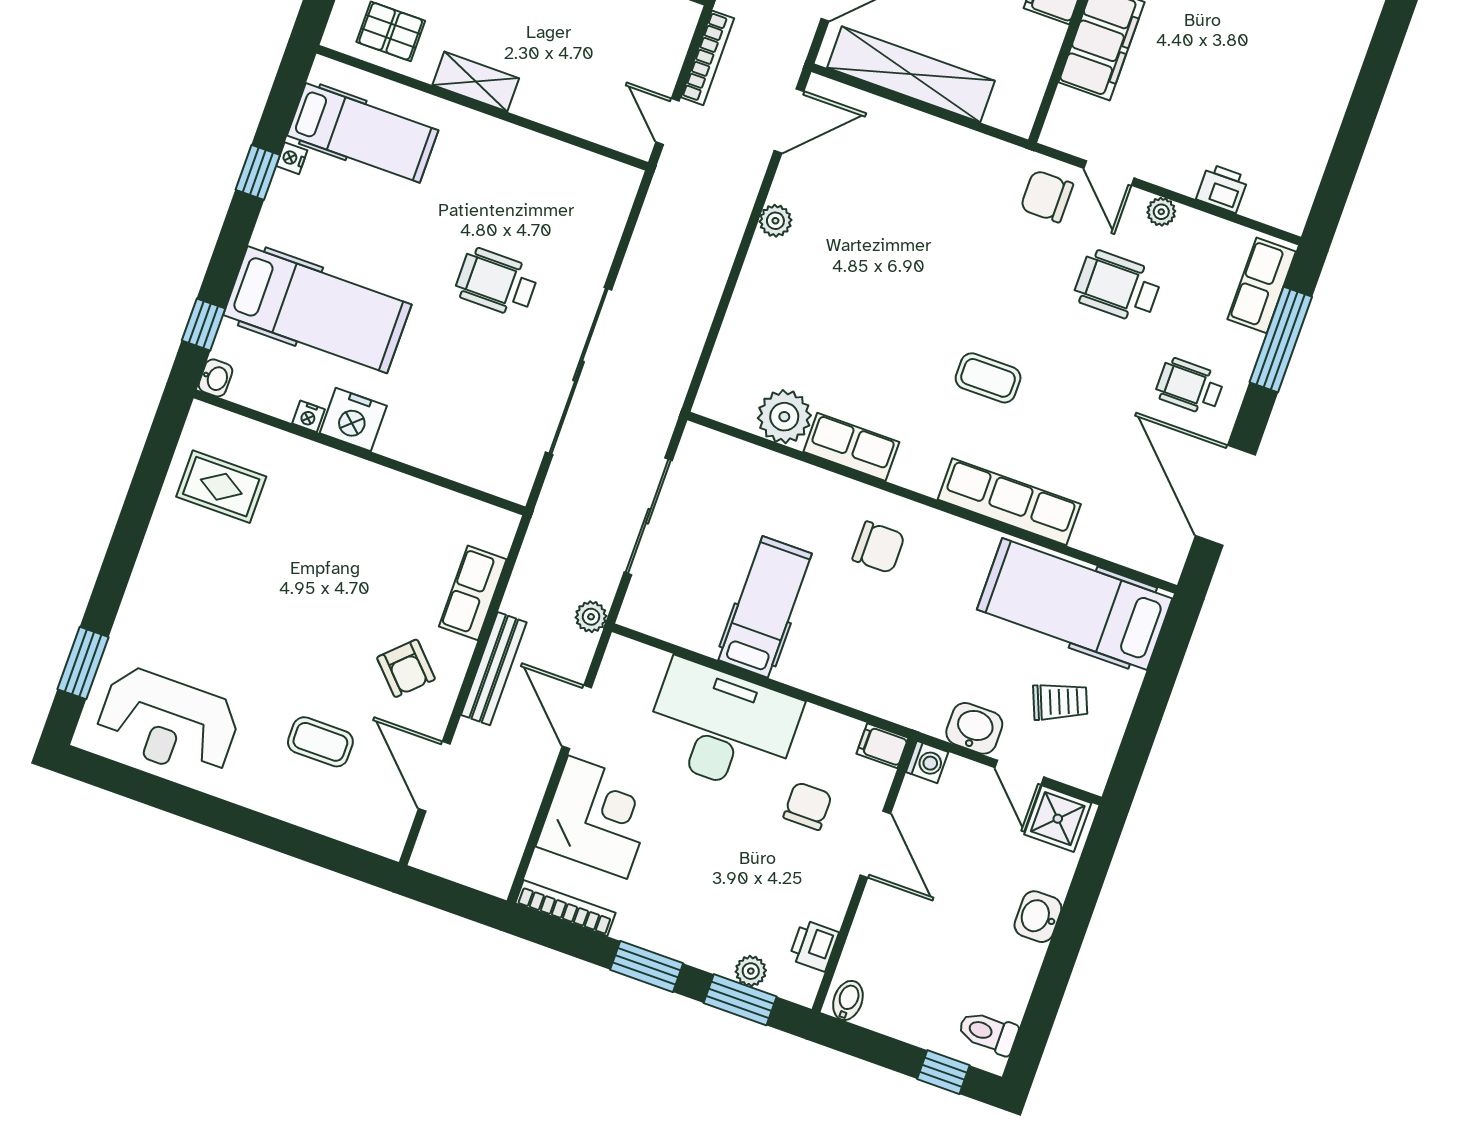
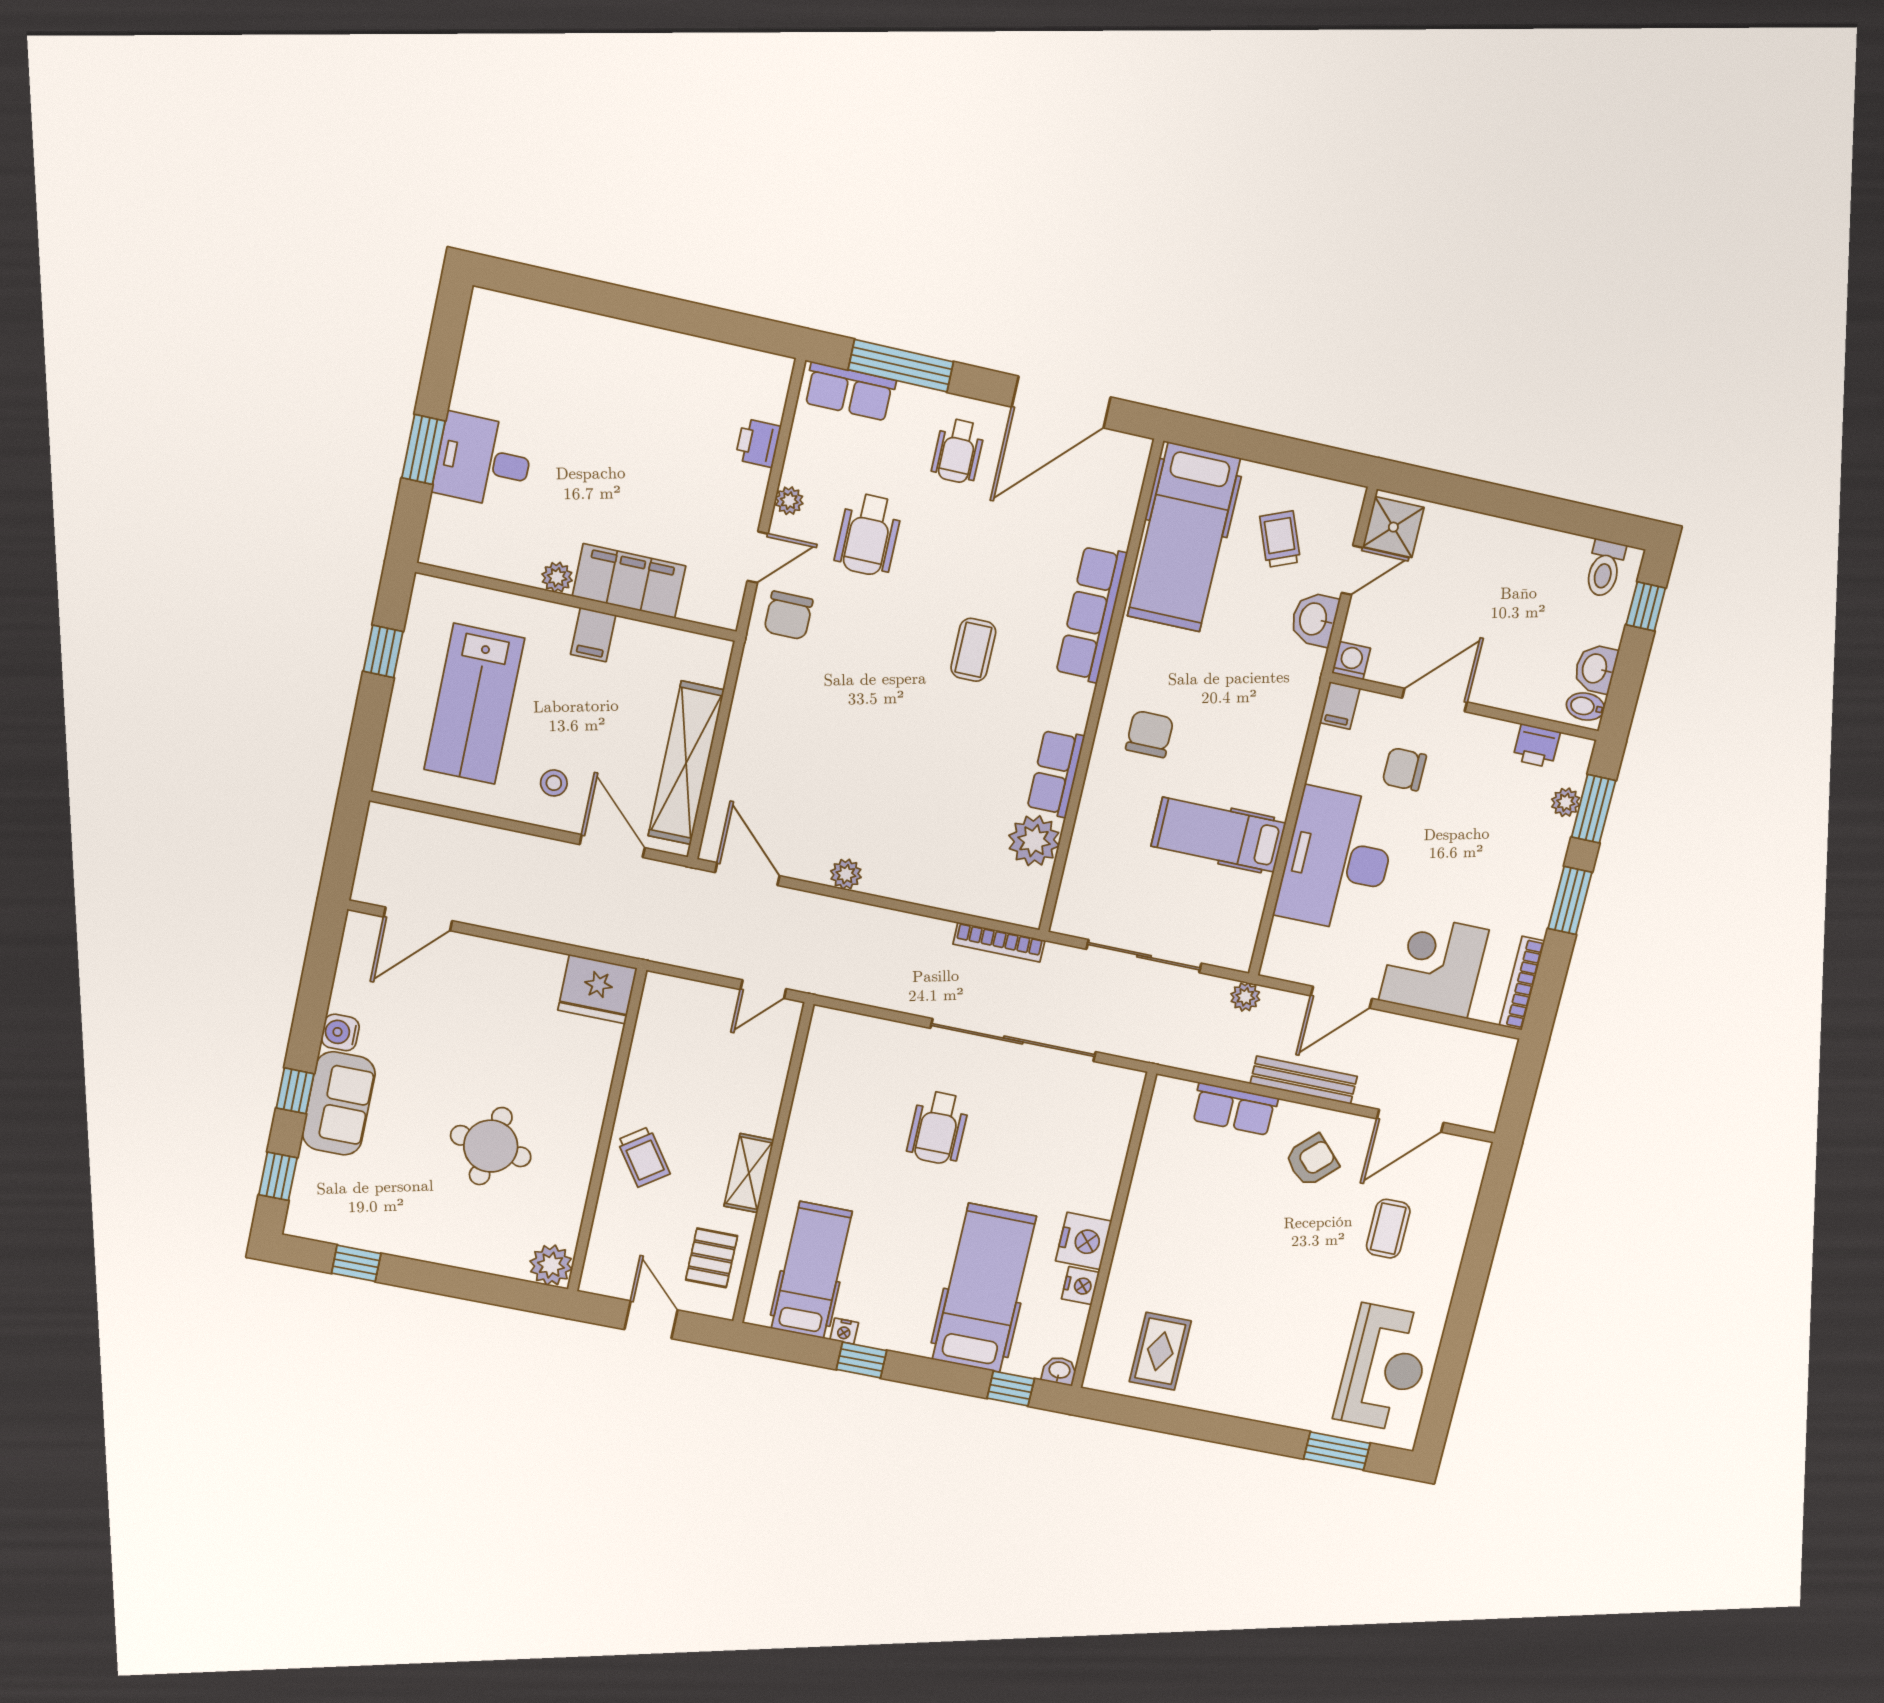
bookcase: (708, 58) -> (999, 942), moved, turned 180
nightstand: (309, 416) -> (1080, 1286), width x1.39, depth x1.35
washbasin: (1038, 917) -> (1596, 669), moved, turned 90

